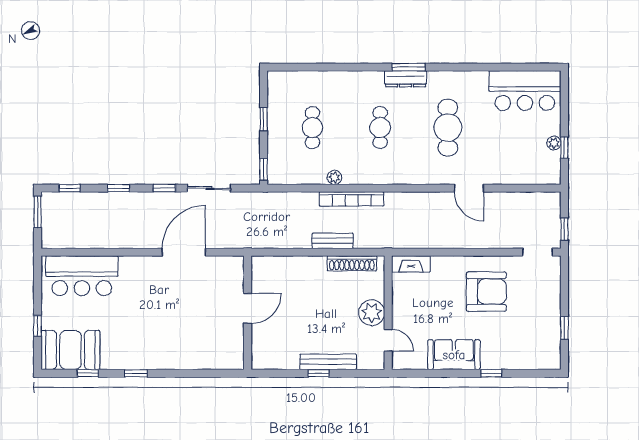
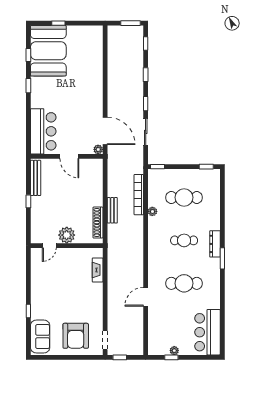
dresser: (405, 79) -> (215, 244), moved
window: (264, 119) -> (206, 167), moved
cafe table: (312, 128) -> (184, 197), width x1.37, depth x1.35
bookcase: (352, 199) -> (139, 195), moved
door: (184, 252) -> (105, 131), moved
plant: (237, 263) -> (98, 149), added
fireplace: (411, 264) -> (98, 270), moved
bar counter: (82, 276) -> (43, 131), moved, turned 180
armchair: (486, 292) -> (76, 336), moved
window: (564, 328) -> (57, 357), removed
booth: (70, 350) -> (48, 51), width x1.36, depth x1.42
sofa: (454, 355) -> (40, 337), moved
bench: (328, 362) -> (36, 178), moved

